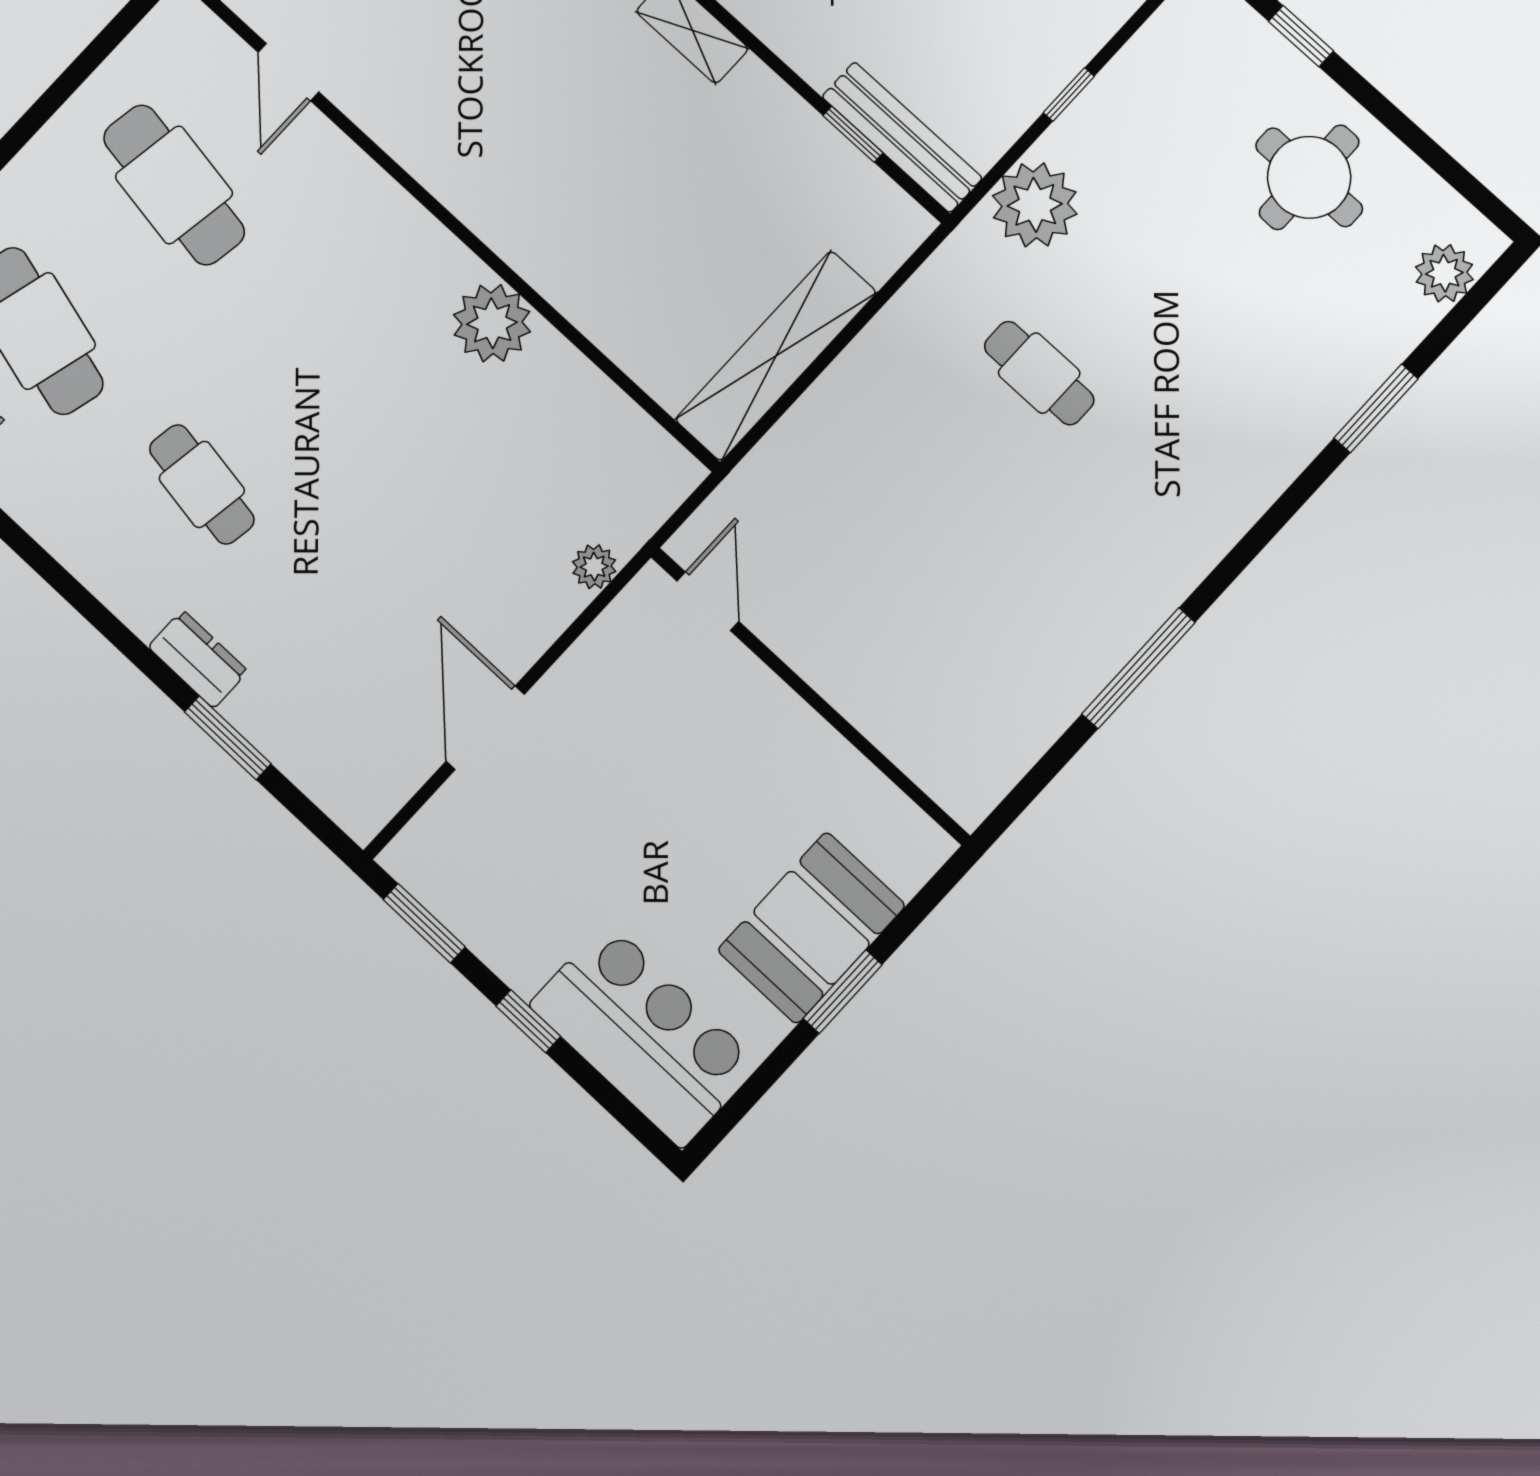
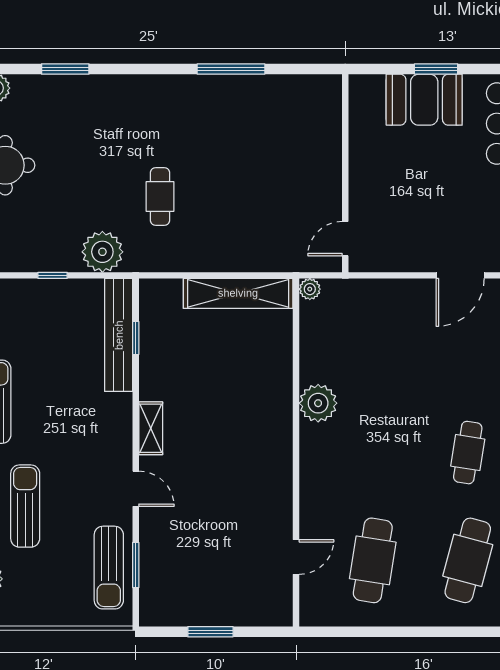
bench: (902, 137) -> (119, 335), width x1.37, depth x1.21
plant: (594, 567) -> (310, 289), moved

